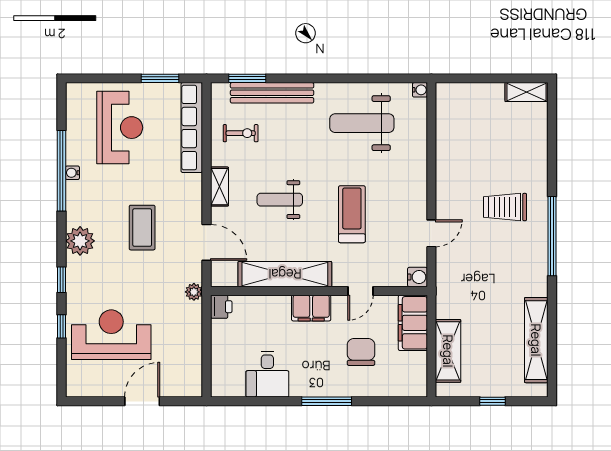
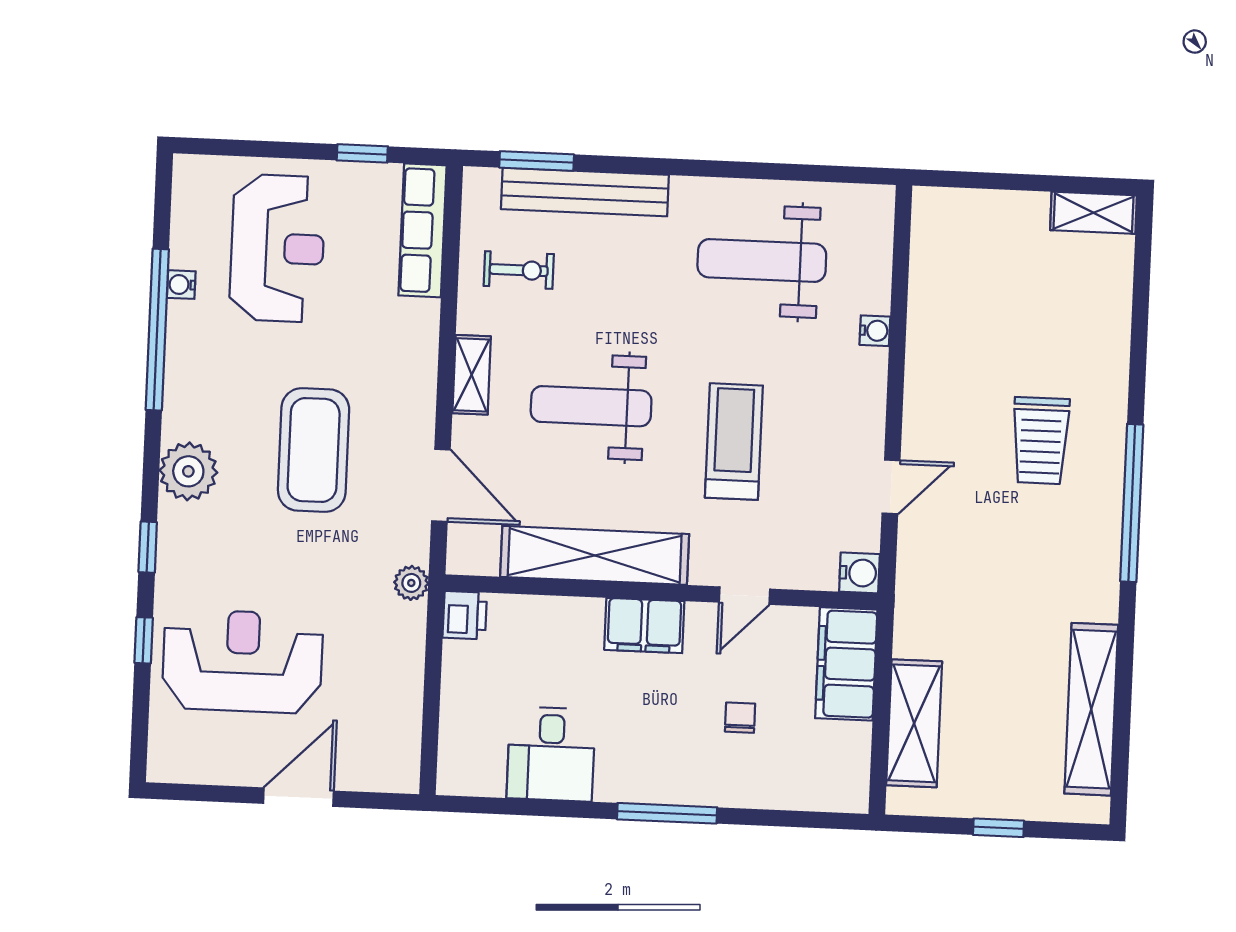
window: (160, 78) -> (362, 153), width x0.67
water cooler: (420, 90) -> (875, 331), moved
row of seats: (192, 128) -> (423, 230), width x0.73
water cooler: (72, 173) -> (181, 285), moved
weight bench: (280, 200) -> (591, 406), width x1.36, depth x1.33
trolley: (505, 207) -> (1041, 441), turned -90
coffee table: (142, 228) -> (314, 450), width x1.36, depth x1.32
chair: (361, 352) -> (740, 718), width x0.54, depth x0.54

